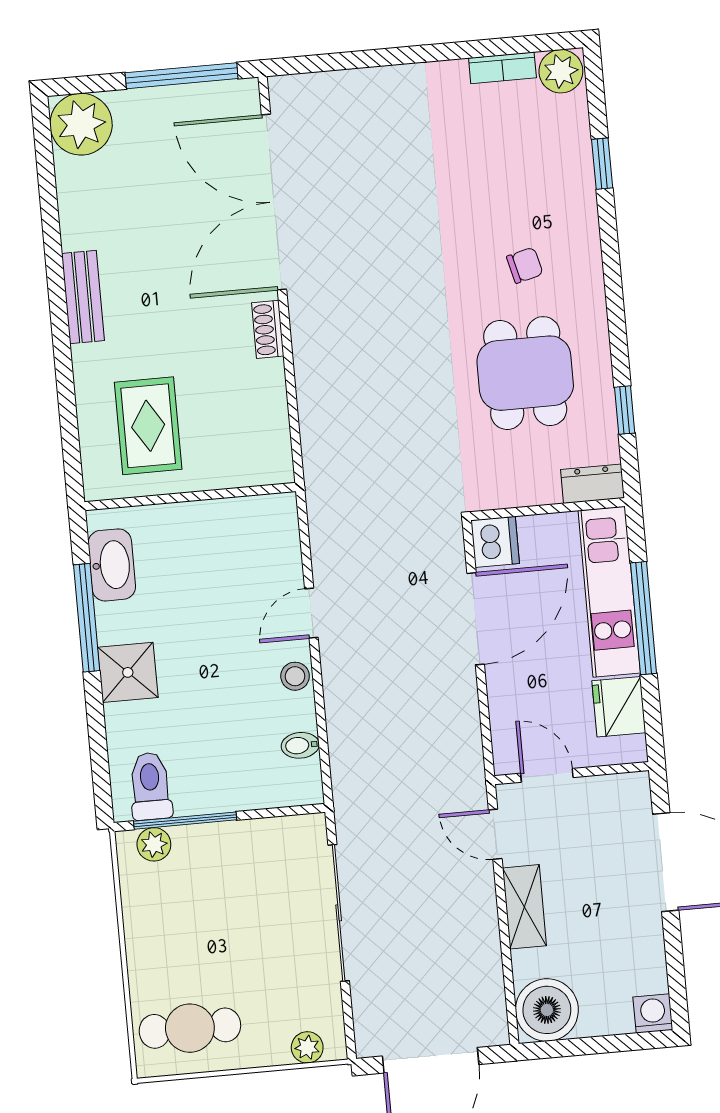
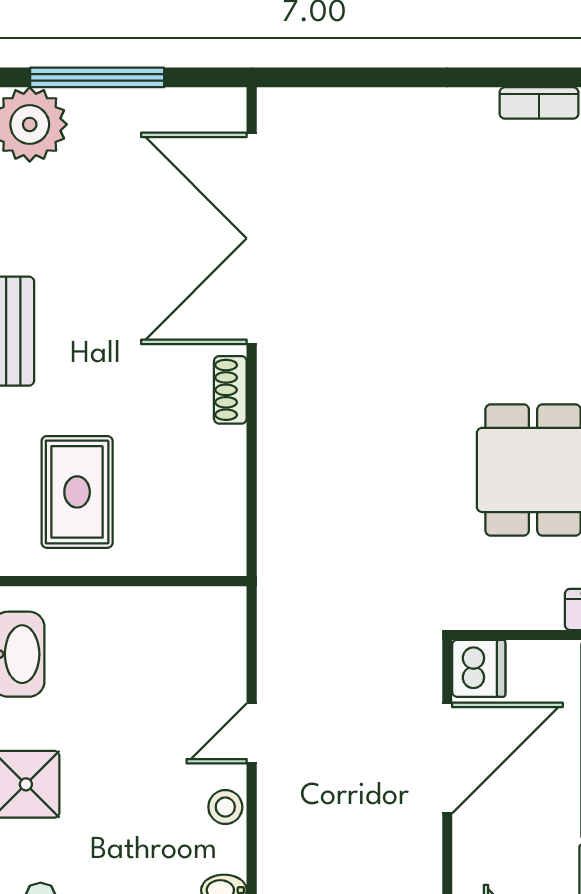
window: (182, 76) -> (97, 77), moved
chair: (525, 265) -> (544, 341), removed

